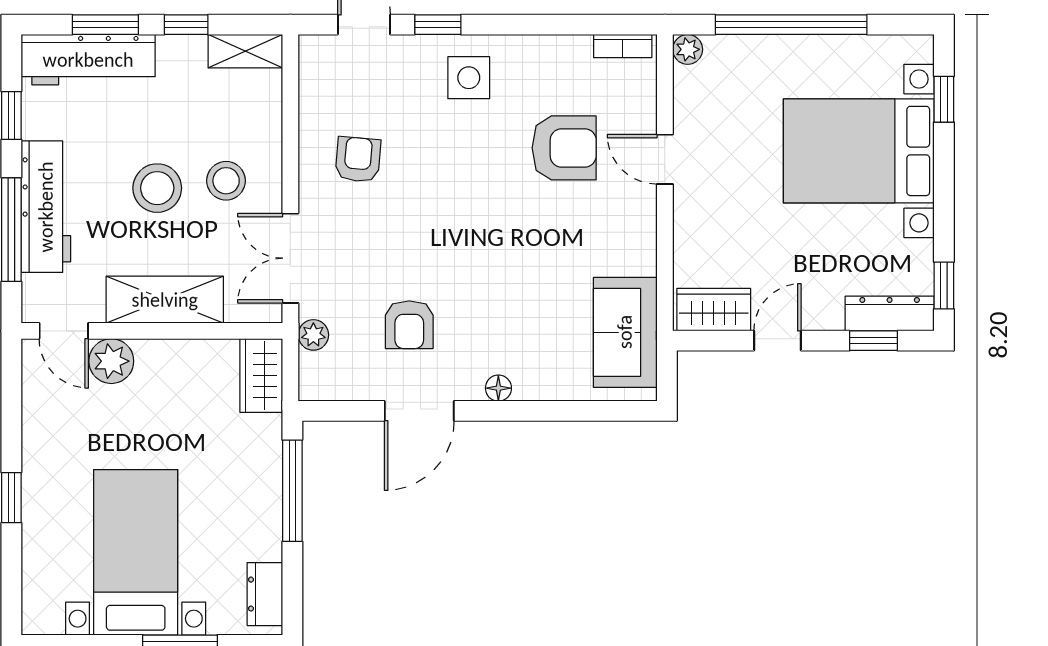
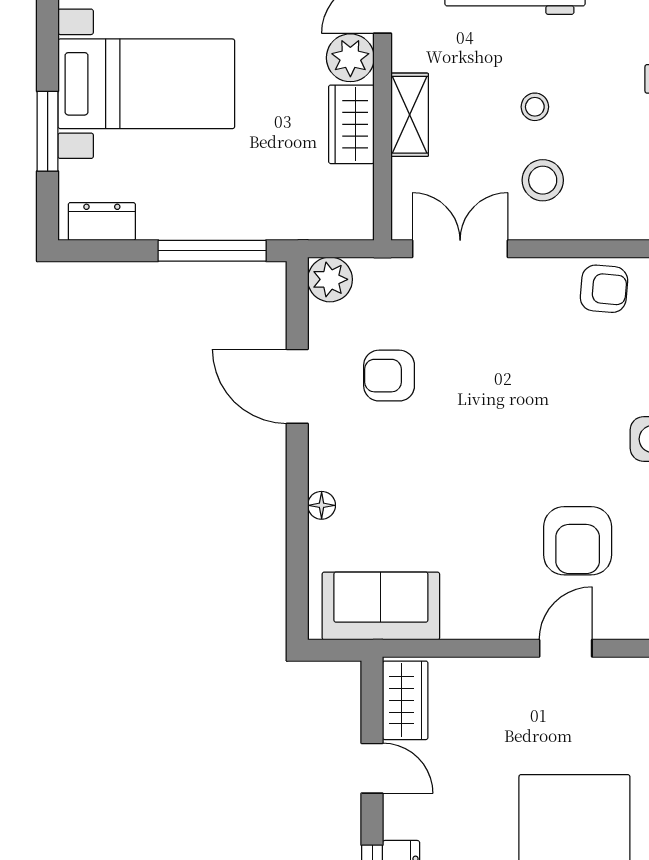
armchair: (358, 159) -> (604, 289), moved
stool: (157, 188) -> (535, 107), width x0.53, depth x0.53
shelving: (165, 300) -> (410, 115), width x0.67, depth x0.75
plant: (313, 335) -> (330, 279), moved, width x1.38, depth x1.38
wardrobe: (261, 376) -> (351, 124), moved, turned -90
floor lamp: (498, 388) -> (322, 505), moved

